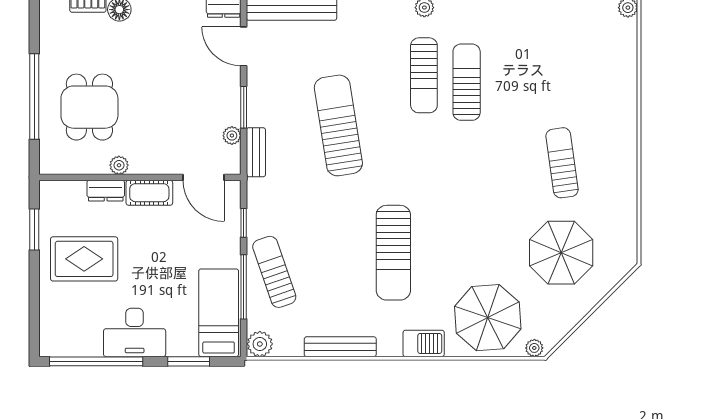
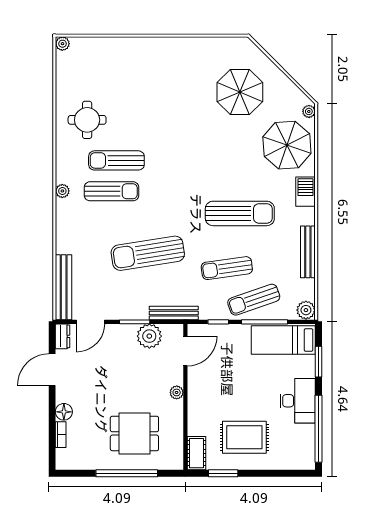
round table: (523, 42) -> (87, 120), added
plant: (232, 136) -> (149, 336), width x1.88, depth x1.88
bench: (256, 152) -> (174, 313), width x1.36
sun lounger: (562, 163) -> (227, 268), moved
plant: (119, 165) -> (177, 392), moved
dresser: (106, 191) -> (195, 422), removed
cot: (149, 193) -> (196, 453), moved
rug: (84, 259) -> (244, 437), turned 90

